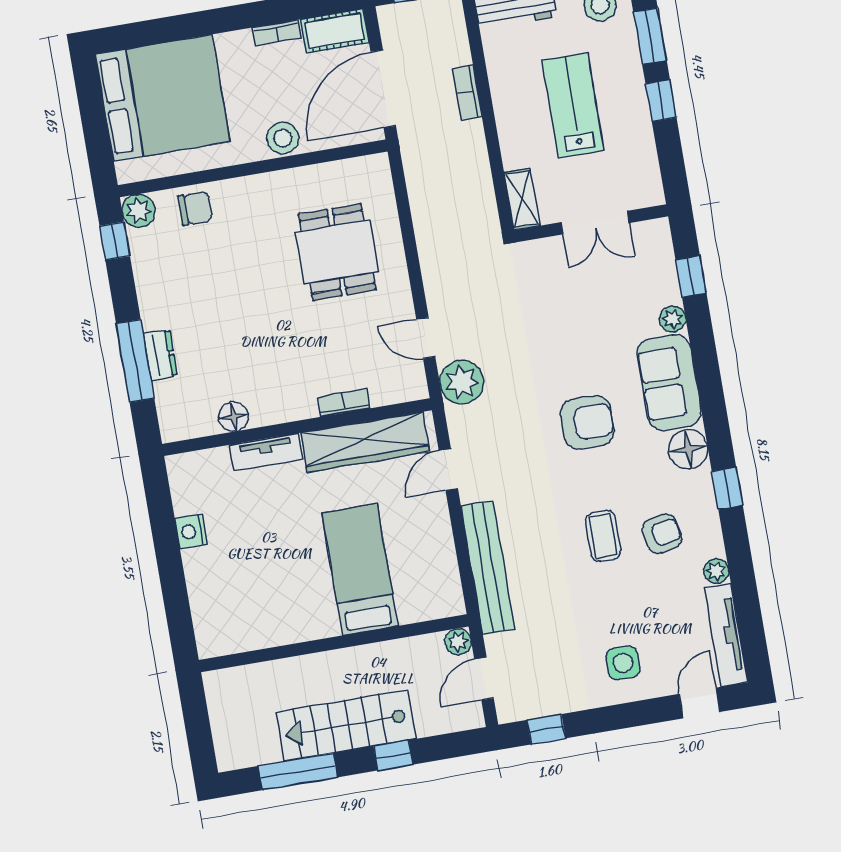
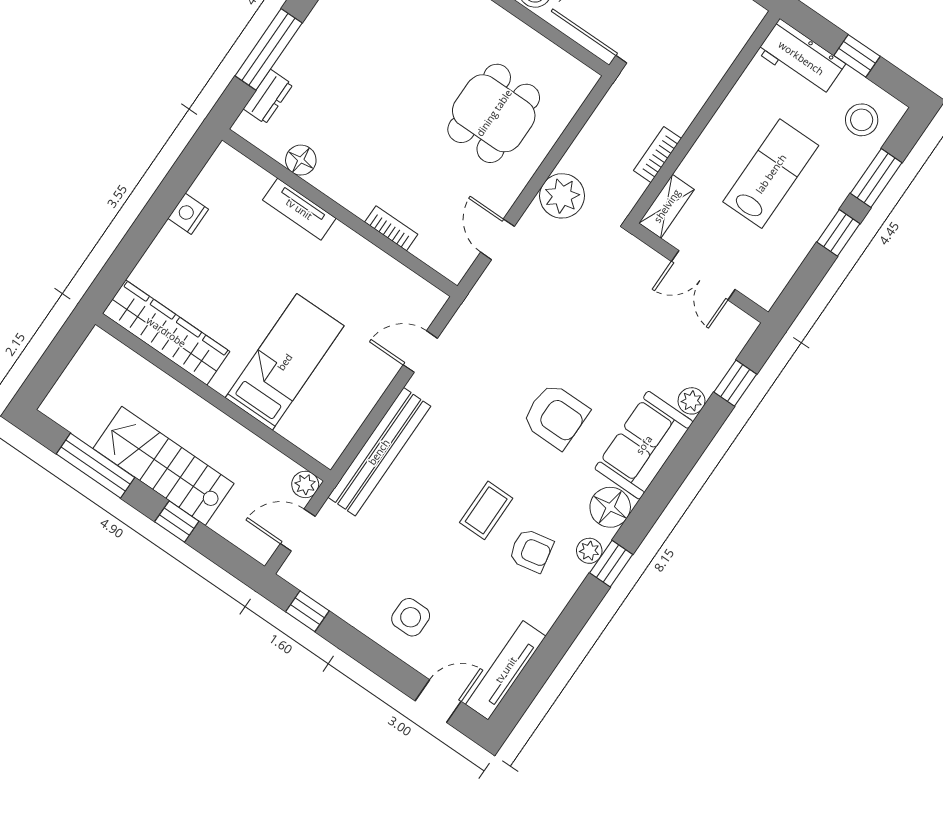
bookcase: (467, 93) -> (657, 155), moved
dresser: (160, 355) -> (268, 97), moved
plant: (462, 382) -> (562, 196), moved
wardrobe: (365, 442) -> (166, 332), moved, turned 180
plant: (716, 571) -> (589, 551), moved

